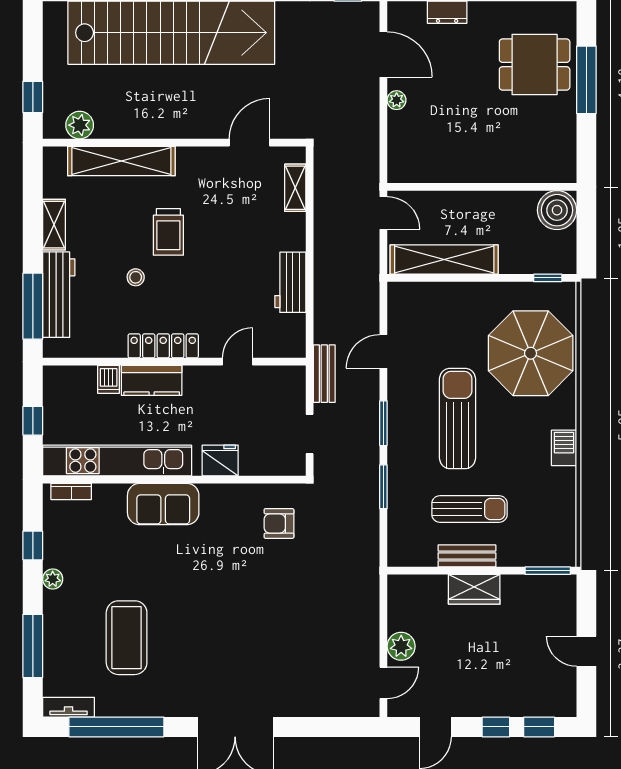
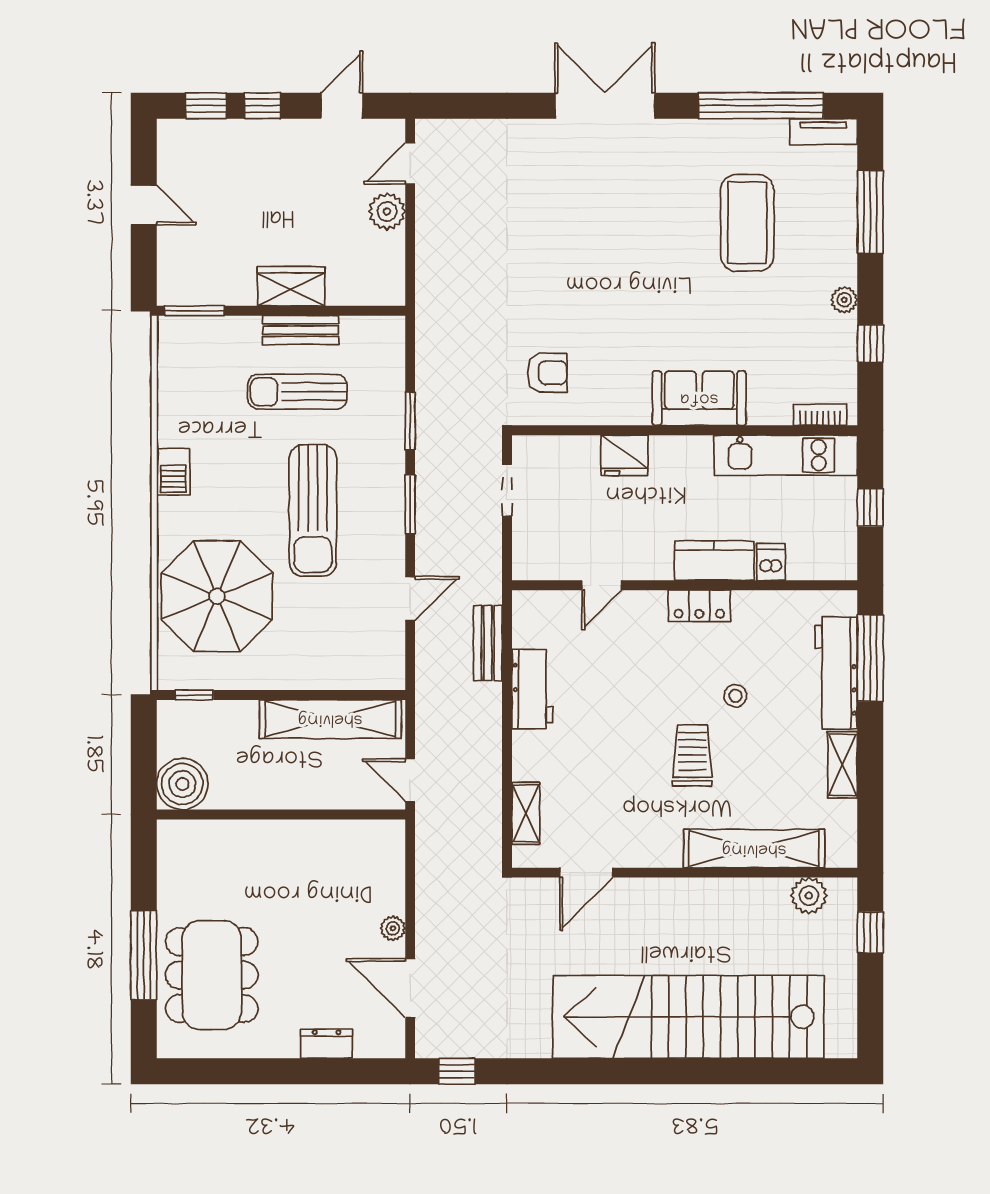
dining table: (535, 65) -> (212, 975), width x1.38
locker: (163, 346) -> (699, 606), width x0.66
bench: (324, 374) -> (488, 643), moved
kitchen unit: (117, 461) -> (786, 455), width x0.73

